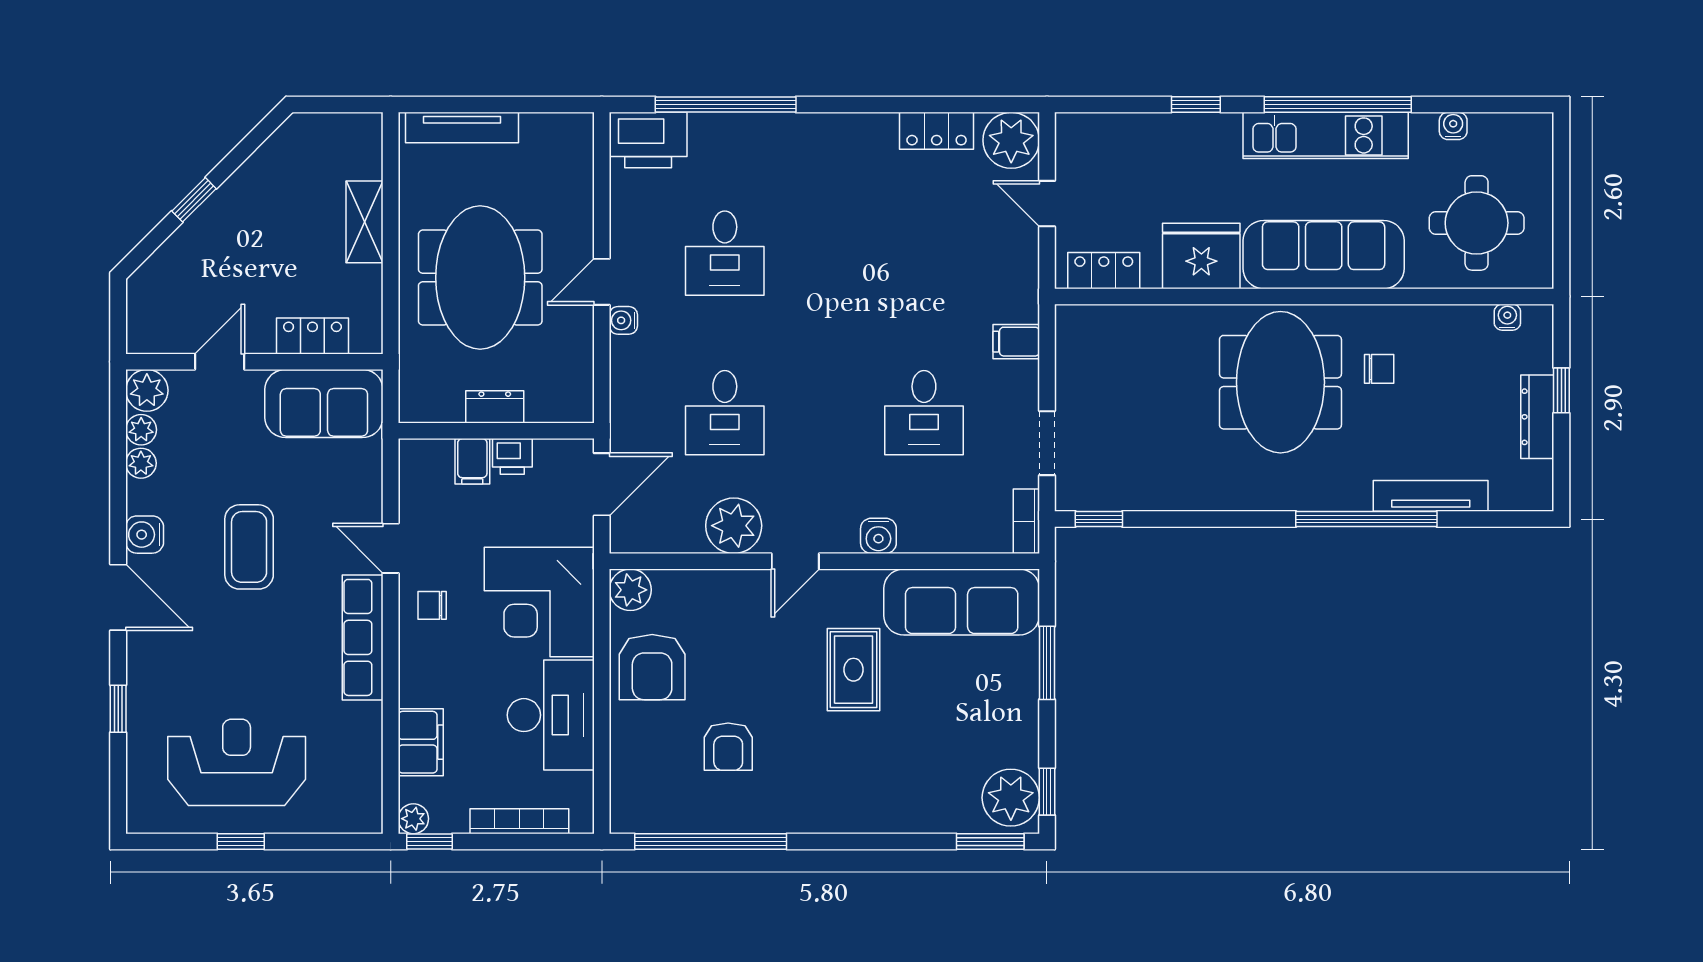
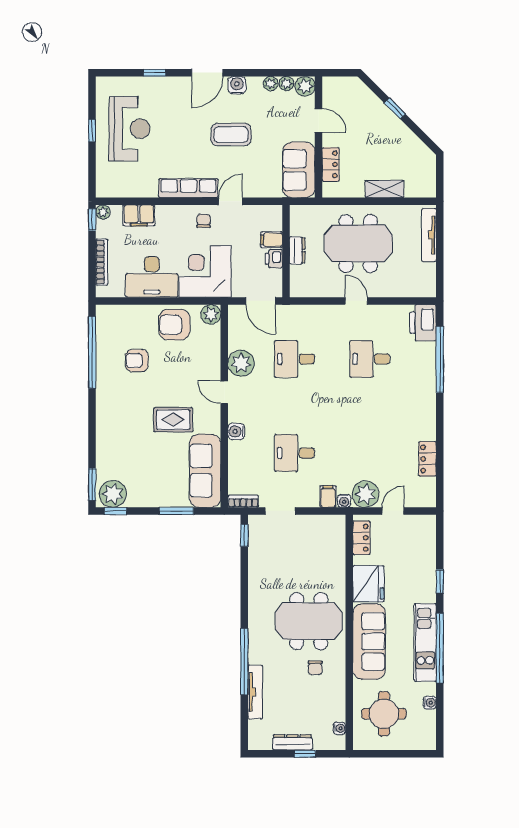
plant: (1011, 140) -> (365, 494), moved
water cooler: (623, 320) -> (344, 501), moved, turned 180

